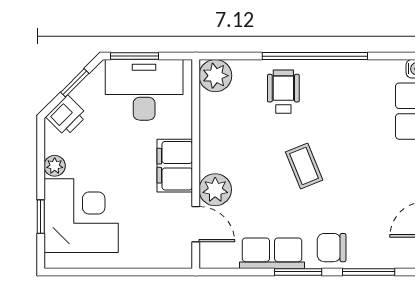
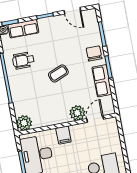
wheelchair: (283, 92) -> (23, 60), moved
filing cabinet: (175, 166) -> (63, 135), width x0.50
chair: (332, 248) -> (94, 53), turned 180

